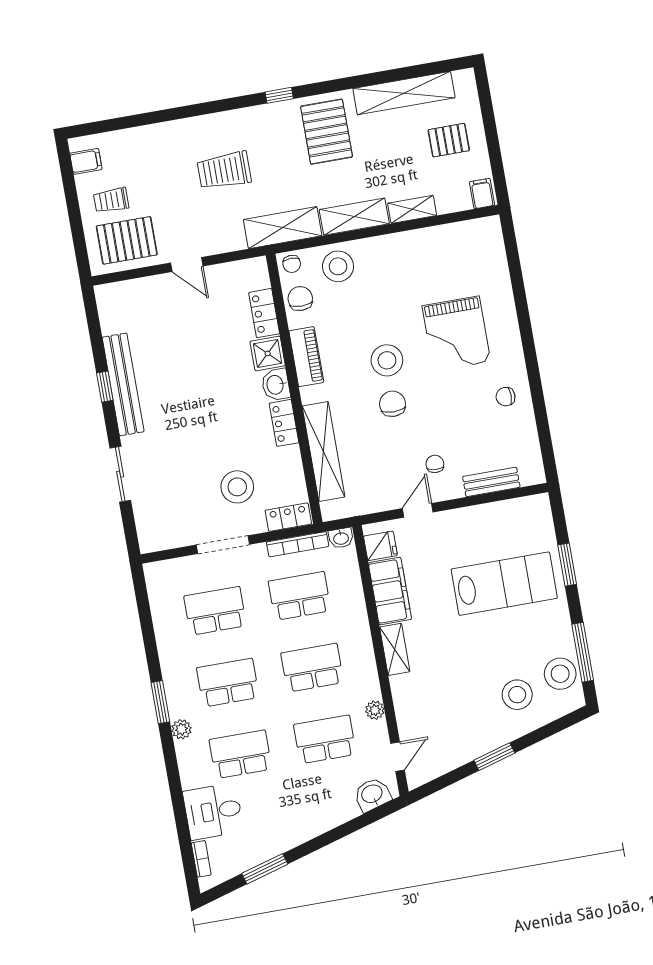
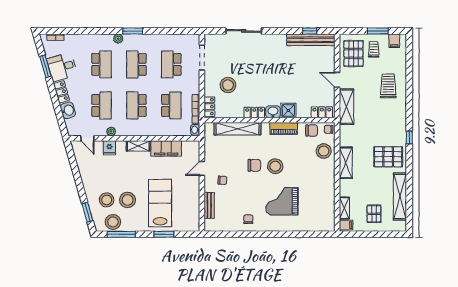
trolley: (224, 171) -> (388, 86), moved
window: (72, 198) -> (378, 31), added
shelving: (412, 209) -> (344, 208), moved
shelving: (283, 228) -> (347, 107), moved
door: (187, 264) -> (337, 80), hinge flipped
locker: (264, 313) -> (322, 112), moved
bench: (123, 384) -> (311, 40), moved
window: (105, 387) -> (310, 31), moved
sliding door: (120, 474) -> (244, 31), width x1.37
door: (418, 510) -> (202, 168), swing flipped
doorway: (223, 545) -> (202, 57), moved
fridge: (380, 546) -> (109, 148), moved
lab bench: (504, 584) -> (160, 203), turned 180
school desk: (215, 611) -> (171, 64), turned 180
stool: (510, 652) -> (128, 200), added
school desk: (312, 668) -> (136, 105), turned 180
school desk: (228, 683) -> (136, 64), turned 180
window: (494, 757) -> (87, 212), moved
washbasin: (372, 794) -> (68, 110), moved
desk: (213, 811) -> (62, 67), moved, turned -106
locker: (312, 827) -> (61, 92), added

